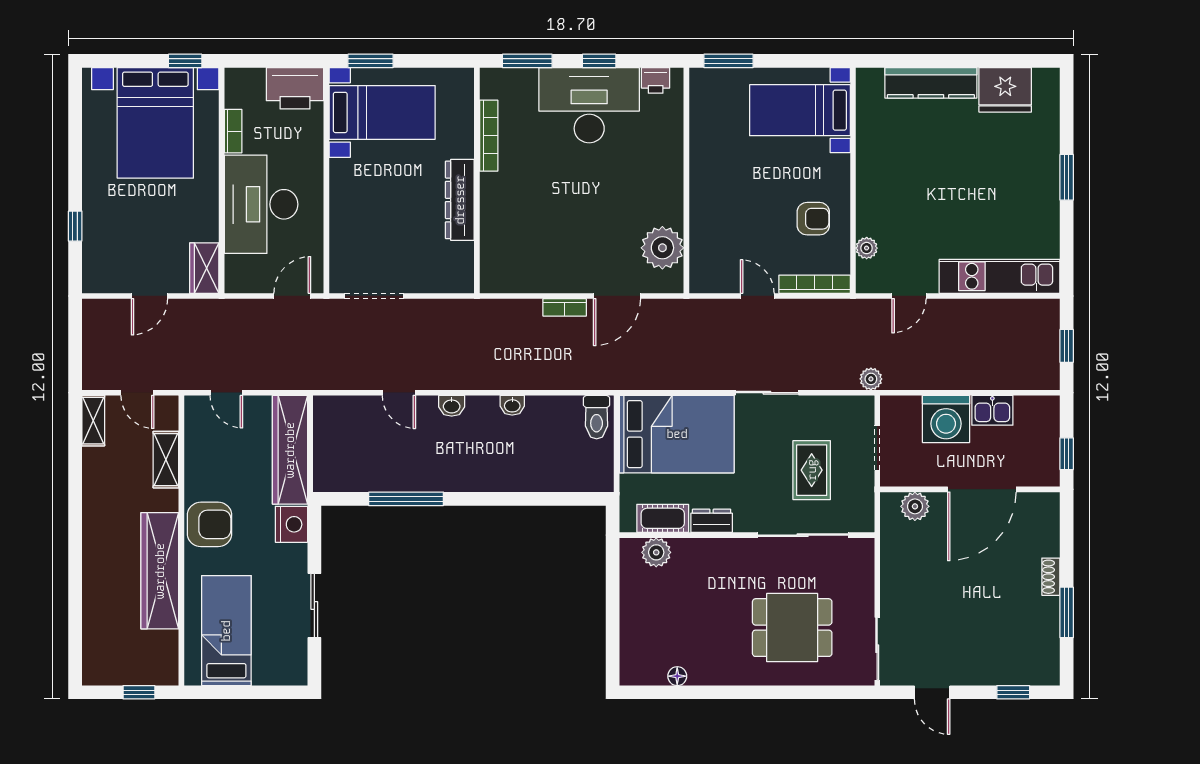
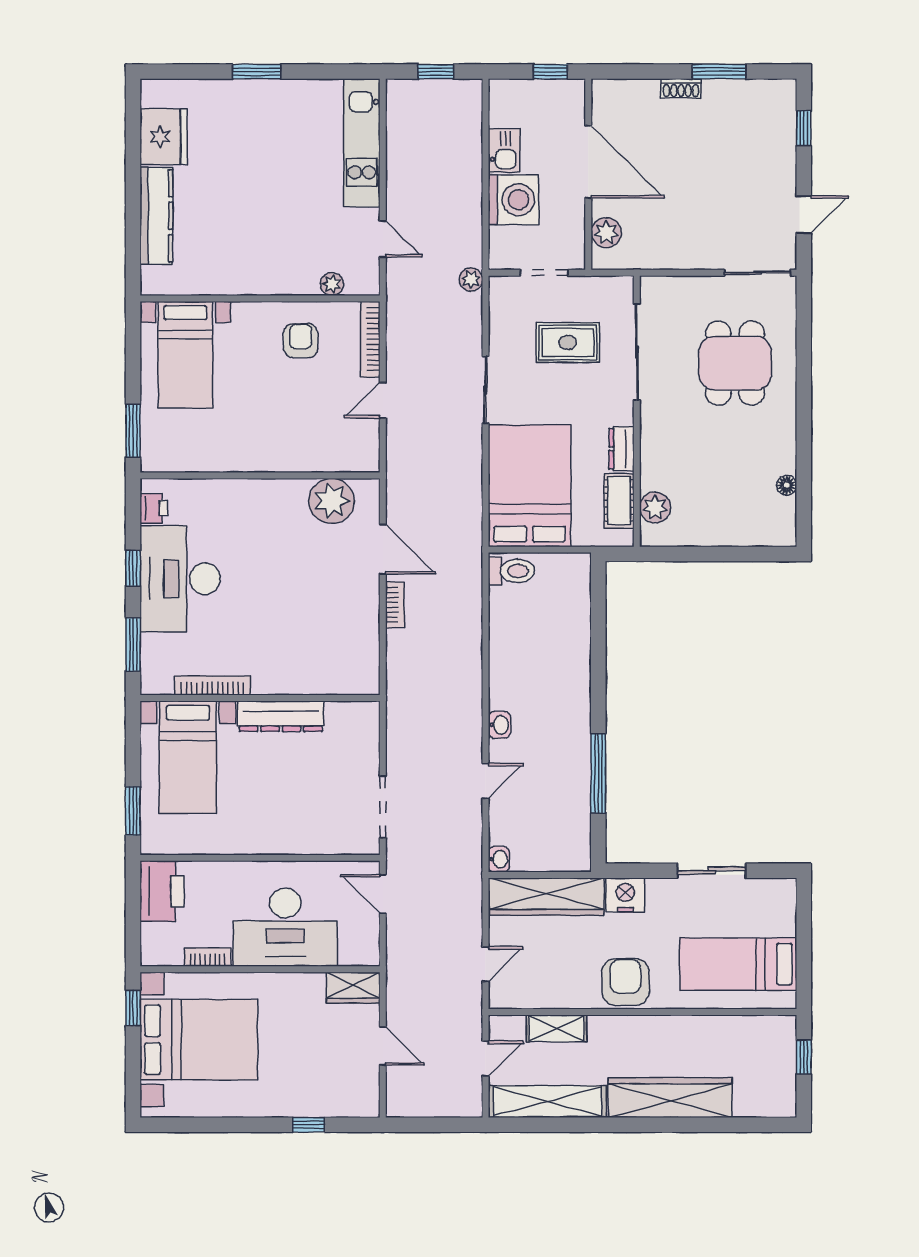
bed with nightstands: (382, 112) -> (188, 757), moved, turned 180
washbasin: (512, 405) -> (499, 859), moved
shelving: (93, 421) -> (547, 1102), width x2.20, depth x1.33
wardrobe: (160, 571) -> (670, 1098), moved, turned 180

